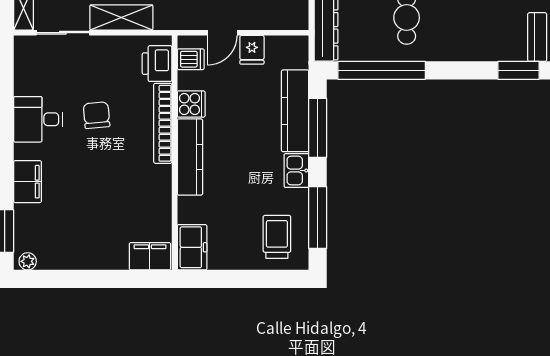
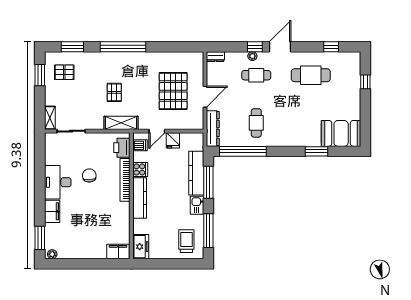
shelving: (121, 17) -> (121, 123), moved
desk: (38, 119) -> (58, 182), width x1.37

